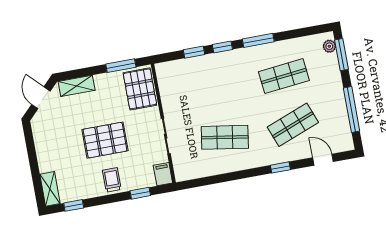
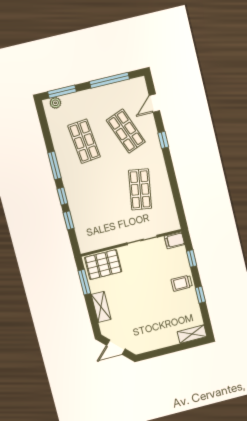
shelving: (77, 86) -> (101, 307), moved
pallet: (105, 140) -> (148, 291), removed
window: (74, 205) -> (200, 295), moved

